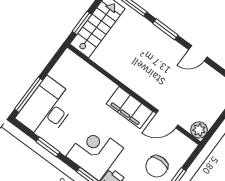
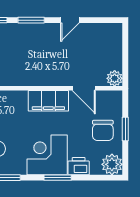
door: (167, 119) -> (84, 88), hinge flipped

